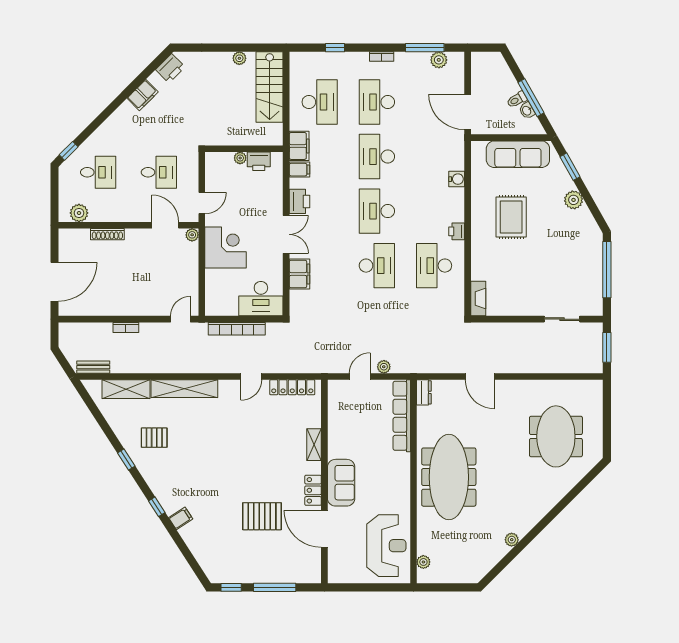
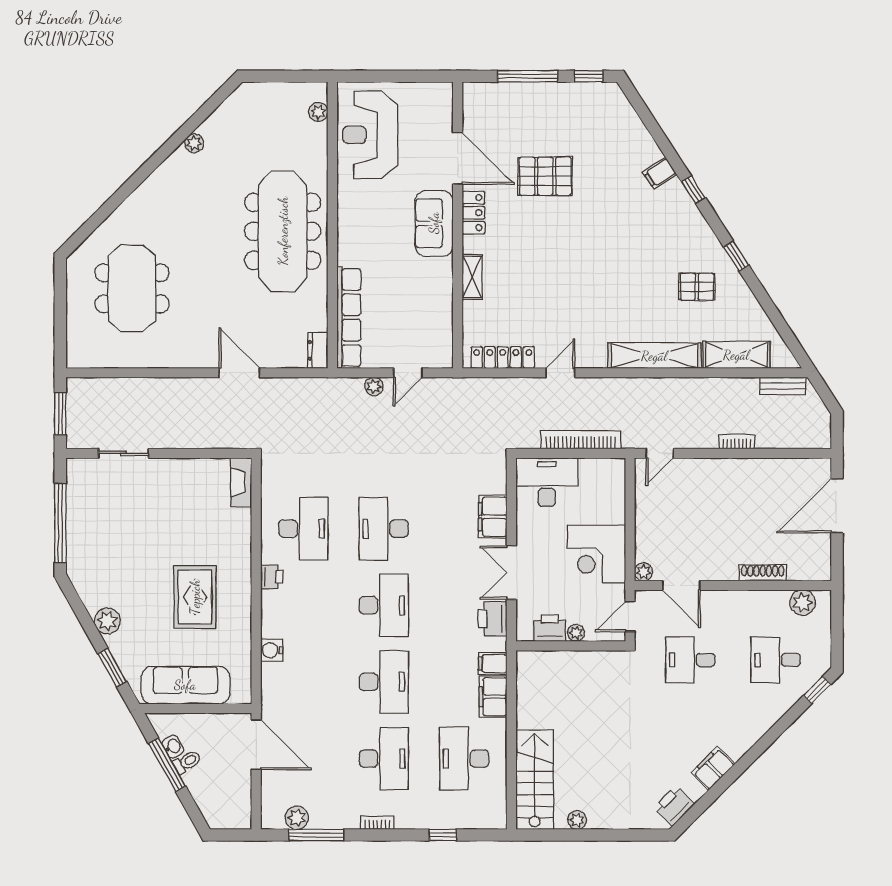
wall: (244, 149) -> (571, 646), moved
plant: (240, 158) -> (576, 633), moved
printer: (259, 161) -> (550, 628), moved

